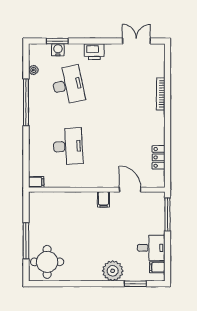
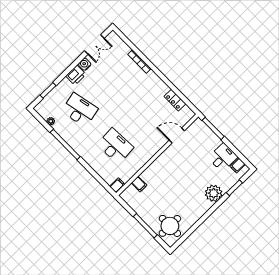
double door: (136, 41) -> (94, 45), swing flipped
water cooler: (58, 50) -> (85, 64), moved
filing cabinet: (103, 199) -> (139, 184), moved

